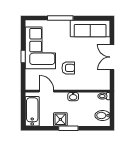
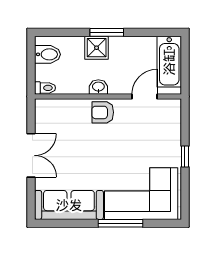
corner sofa: (40, 48) -> (141, 194), moved, turned 90
armchair: (68, 68) -> (103, 112), moved
door: (46, 91) -> (145, 96), swing flipped
shower: (60, 119) -> (97, 48), moved

